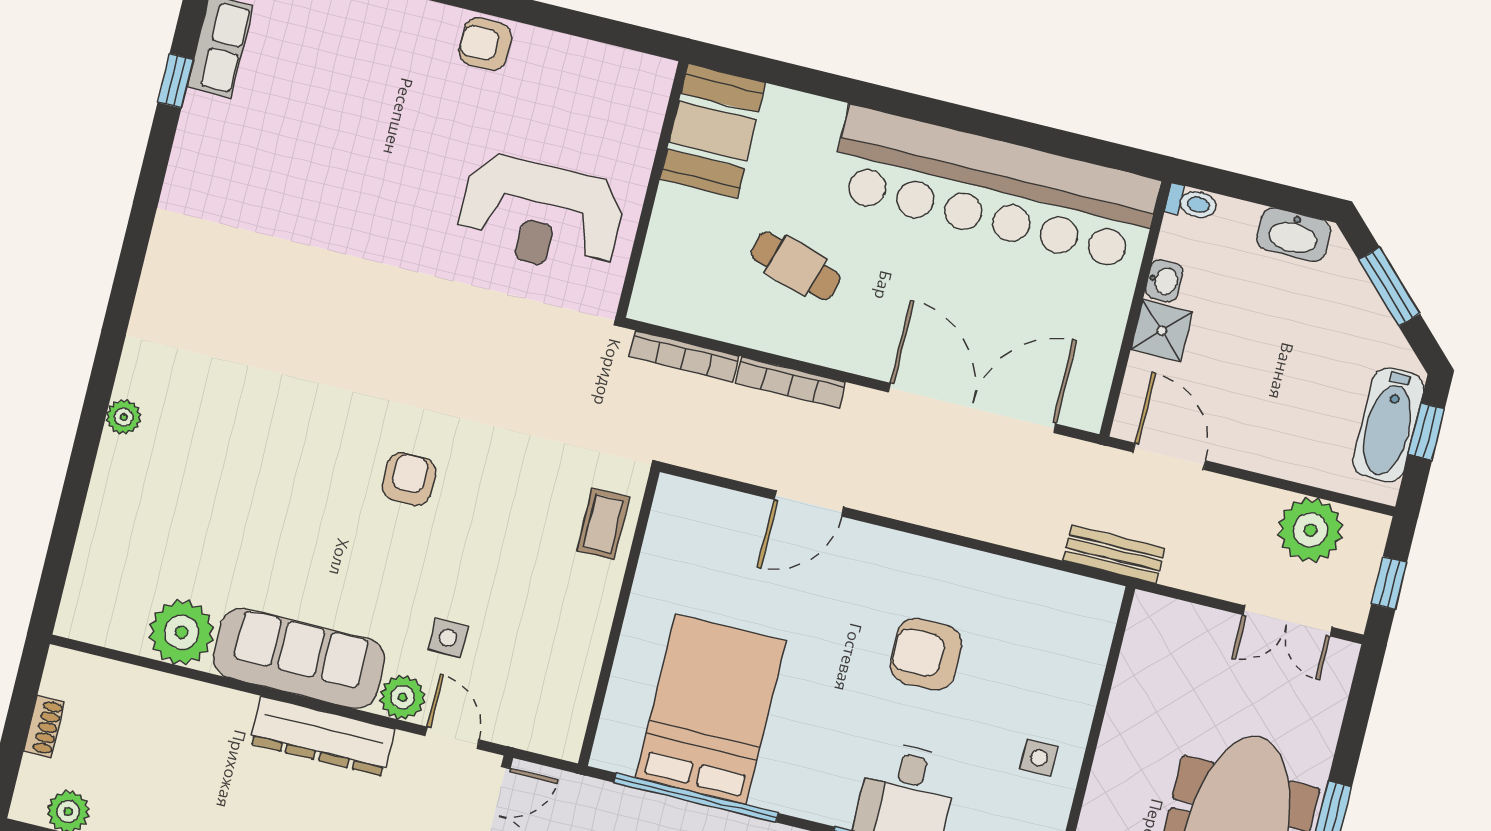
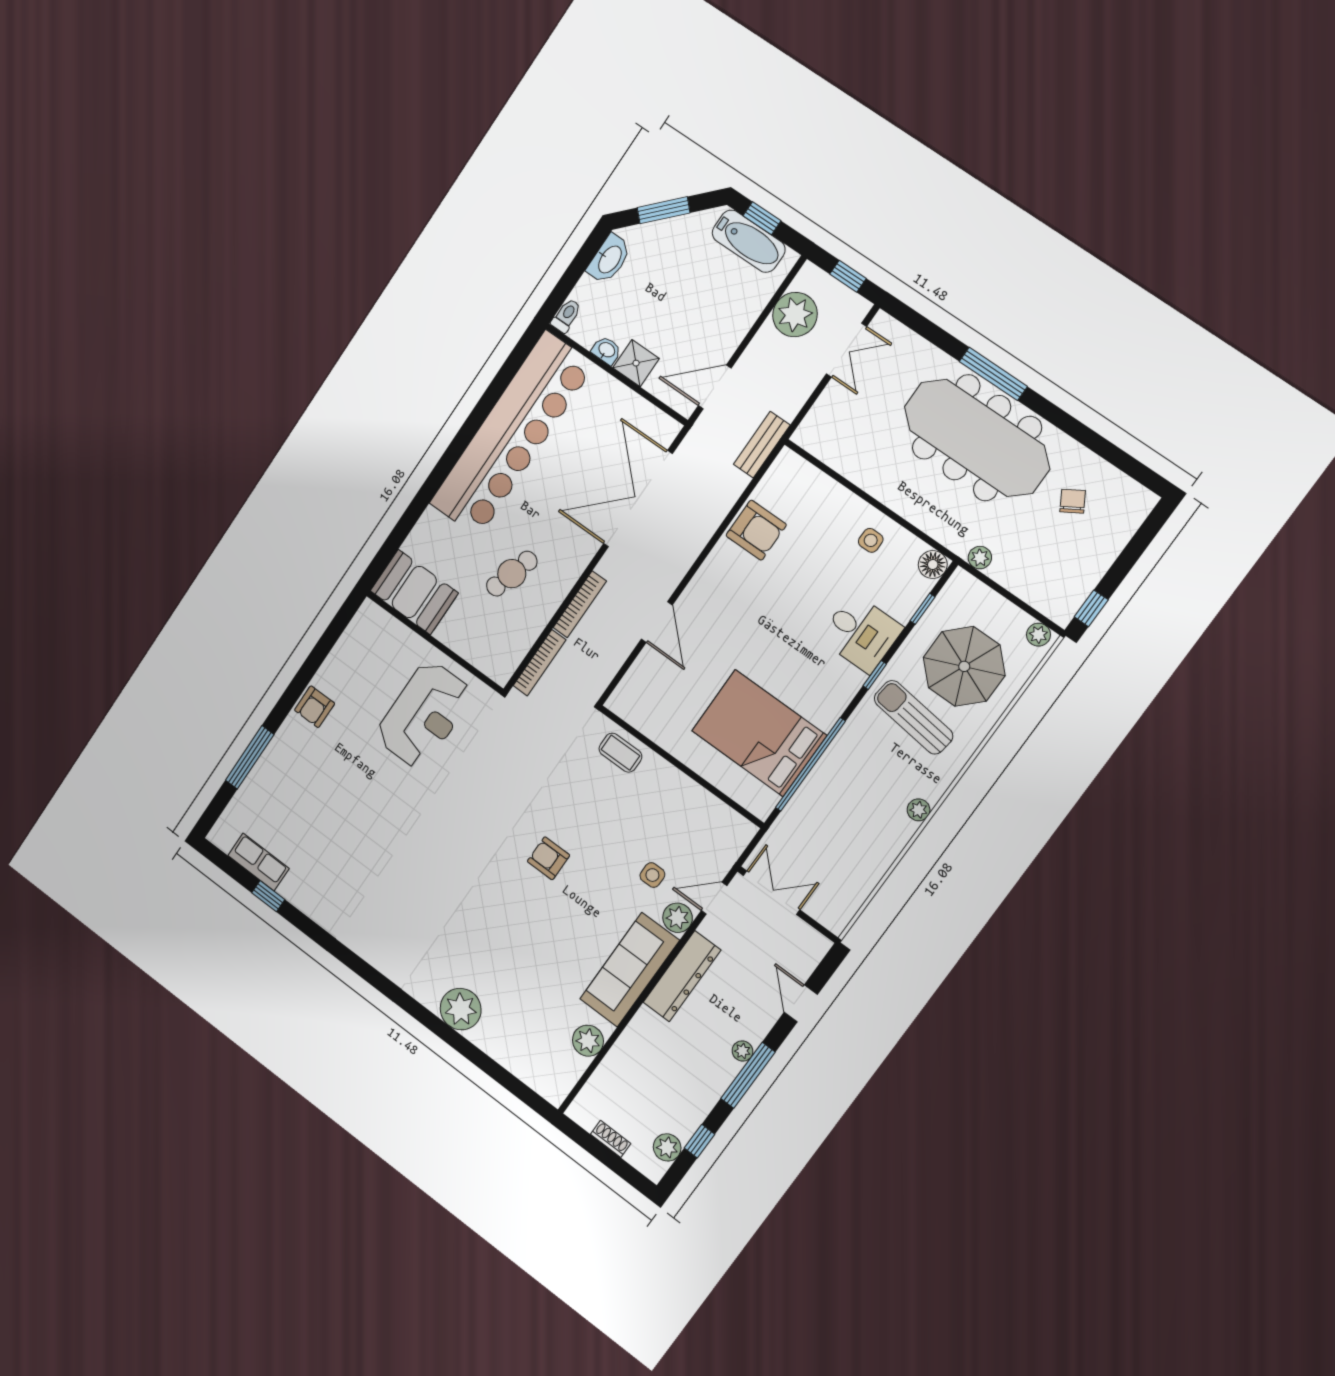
plant: (124, 417) -> (461, 1009), width x1.88, depth x1.88
plant: (182, 632) -> (588, 1041), width x0.73, depth x0.73
armchair: (926, 654) -> (756, 530), moved, turned -90

